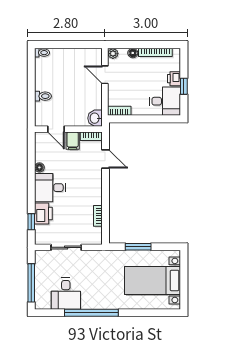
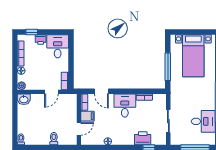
door: (105, 75) -> (51, 92), moved
window: (184, 86) -> (32, 32), moved
washbasin: (95, 118) -> (24, 99), moved
door: (105, 159) -> (101, 91), swing flipped
desk: (50, 188) -> (125, 106), moved, turned 180
window: (138, 247) -> (168, 67), width x1.44

